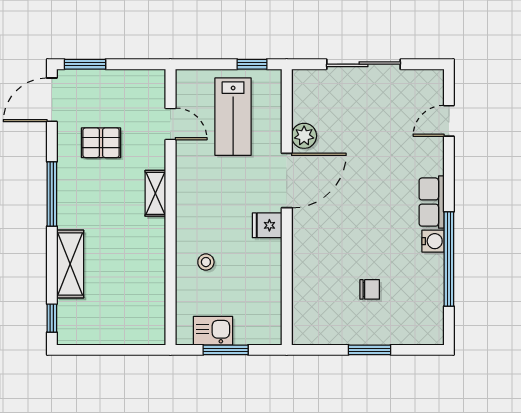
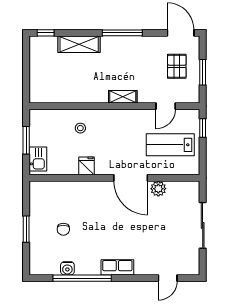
window: (85, 64) -> (203, 72), moved
window: (252, 64) -> (203, 128), moved
door: (449, 121) -> (168, 278), swing flipped
pallet: (101, 143) -> (177, 66), moved
fridge: (267, 225) -> (87, 166), moved
water cooler: (433, 241) -> (67, 268), moved
kitchen sink: (213, 331) -> (38, 159), moved

